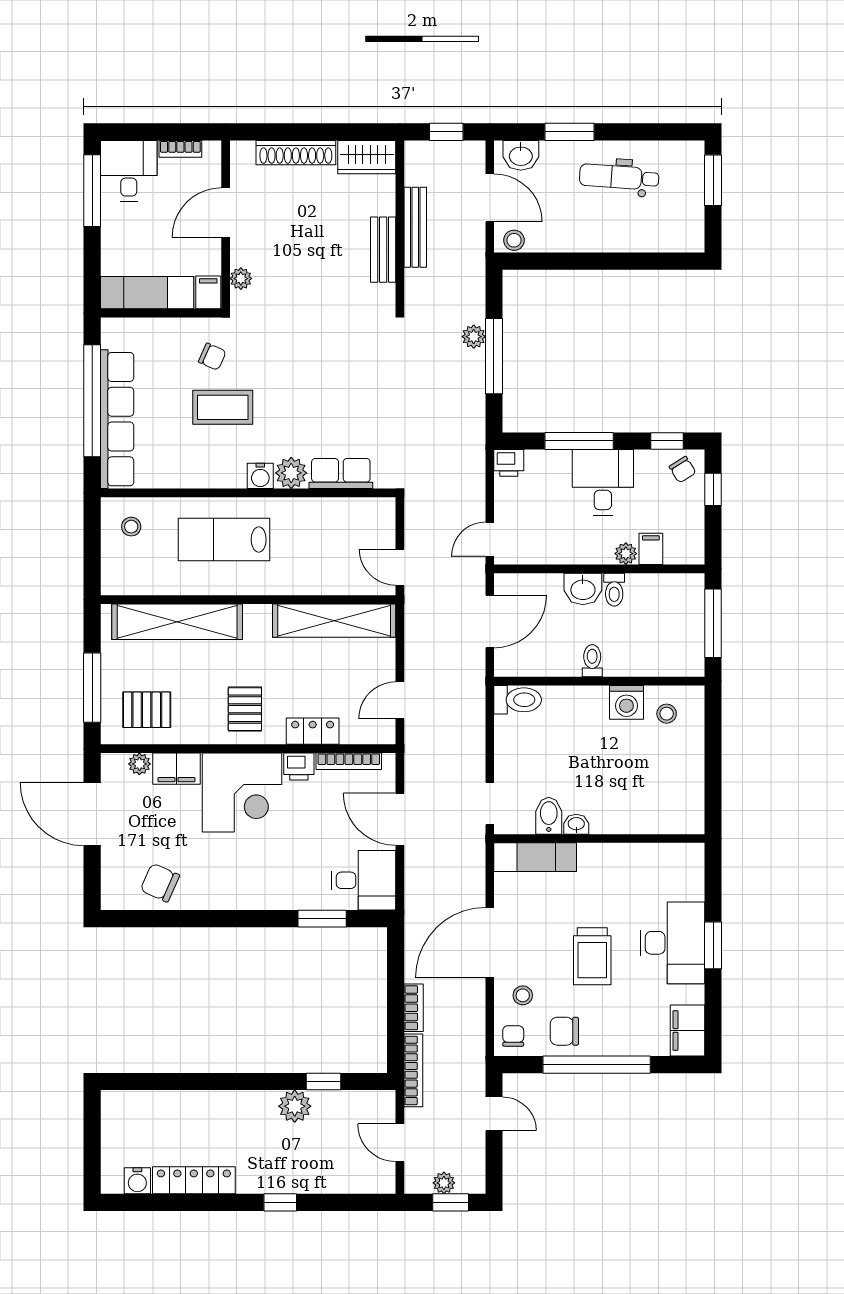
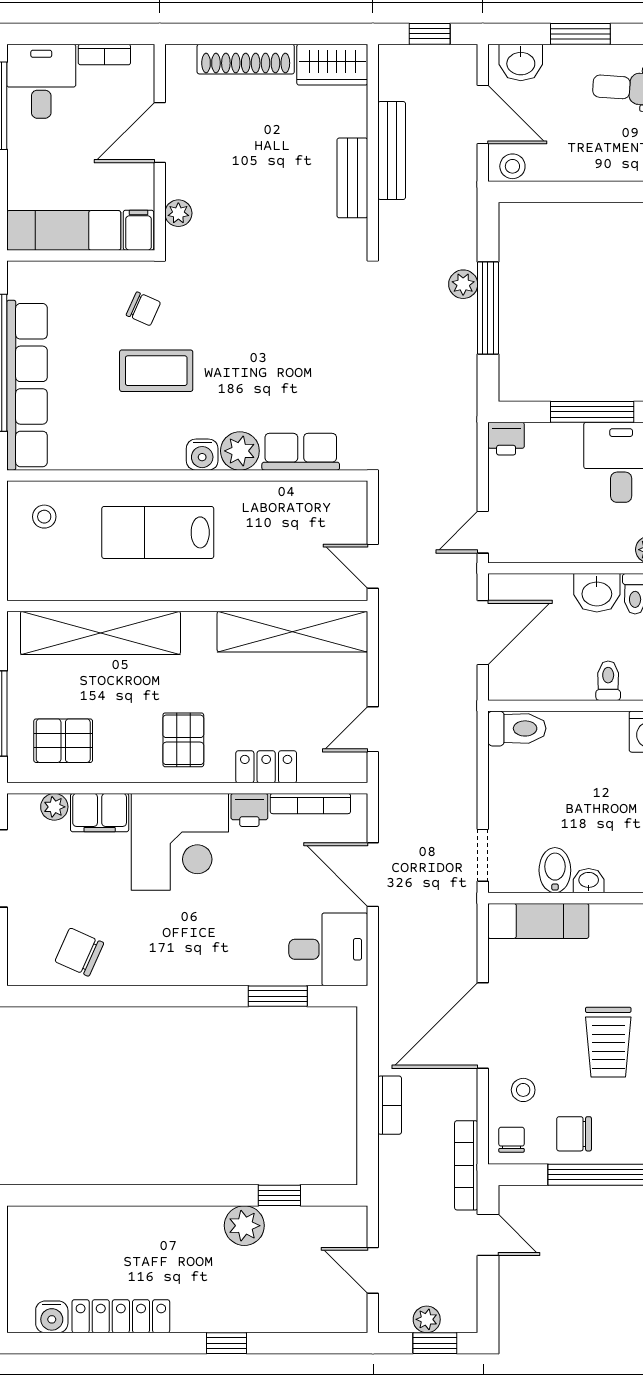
bookcase: (413, 1070) -> (466, 1165), moved, turned 180

